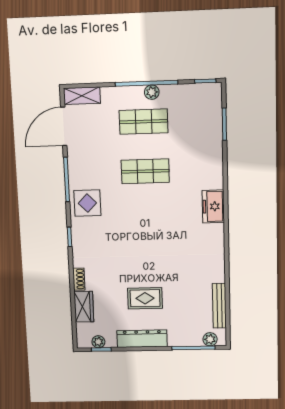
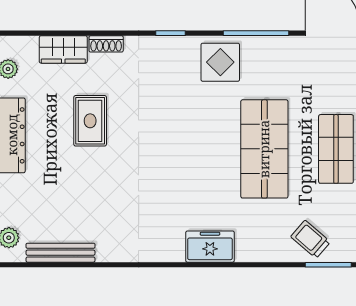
trolley: (207, 137) -> (311, 239), added
shop shelf: (145, 171) -> (264, 149), width x1.43, depth x1.36
rug: (145, 298) -> (90, 121), moved

